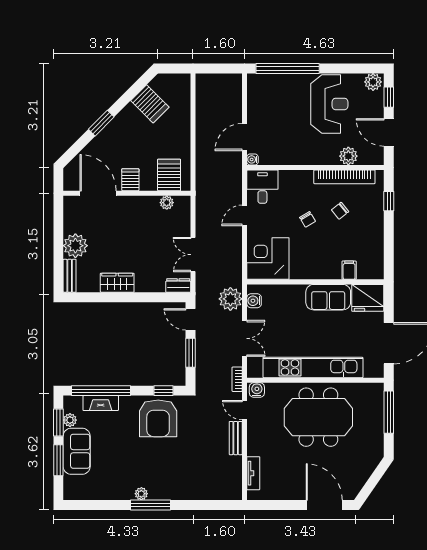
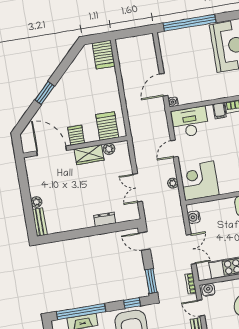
server rack: (150, 104) -> (104, 55), moved, turned 45
filing cabinet: (306, 179) -> (219, 111), added
desk: (262, 187) -> (190, 122), width x1.37
chair: (308, 219) -> (226, 143), removed
plant: (75, 246) -> (36, 202), width x0.53, depth x0.53
wardrobe: (117, 283) -> (89, 155), moved, turned 180
dresser: (178, 285) -> (105, 219), moved
plant: (230, 299) -> (173, 183), moved, width x0.53, depth x0.53
window: (191, 353) -> (151, 281), moved

